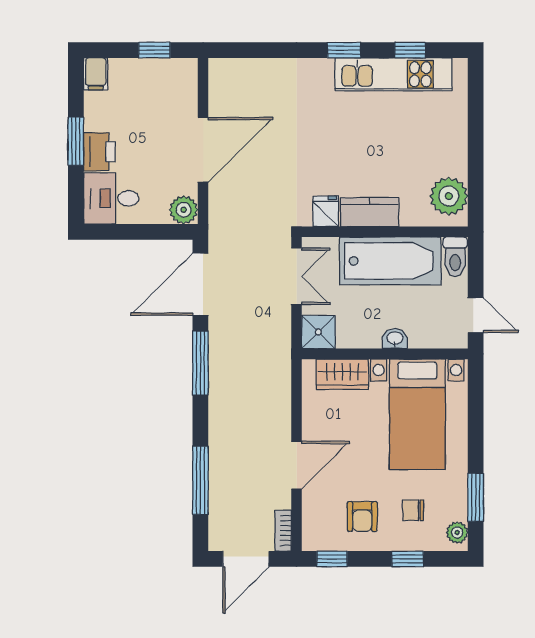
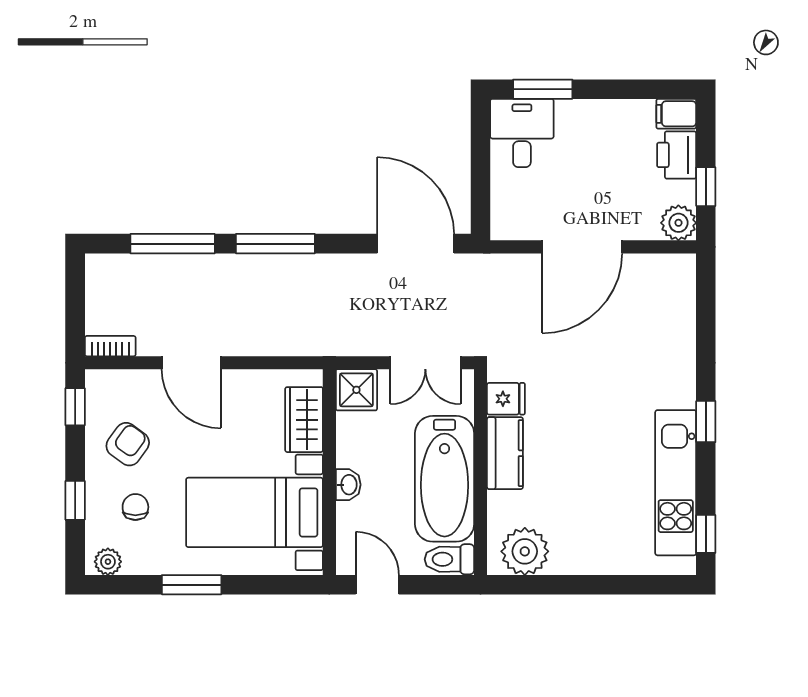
window: (410, 50) -> (706, 534), moved
window: (76, 141) -> (543, 89), moved
door: (203, 150) -> (582, 247), hinge flipped
printer: (99, 152) -> (677, 155), moved, turned 90
plant: (184, 210) -> (678, 223), moved
door: (476, 315) -> (377, 585), swing flipped
window: (200, 363) -> (275, 244), moved
window: (476, 497) -> (192, 585), moved
armchair: (362, 517) -> (128, 444), turned 126
door: (246, 559) -> (75, 300), removed

